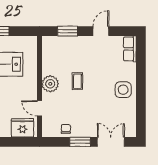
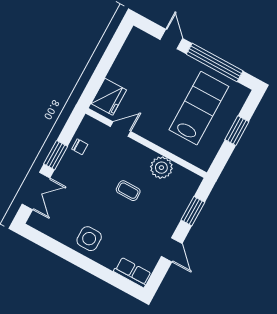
plant: (50, 84) -> (161, 168), moved

